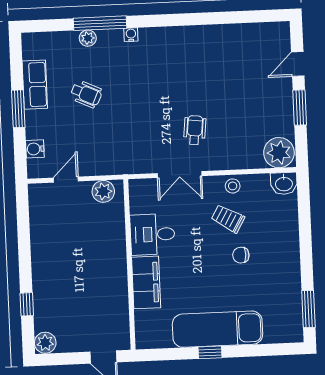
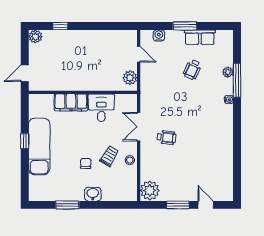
washbasin: (284, 183) -> (93, 194), moved, turned 90
window: (308, 309) -> (67, 205), moved

